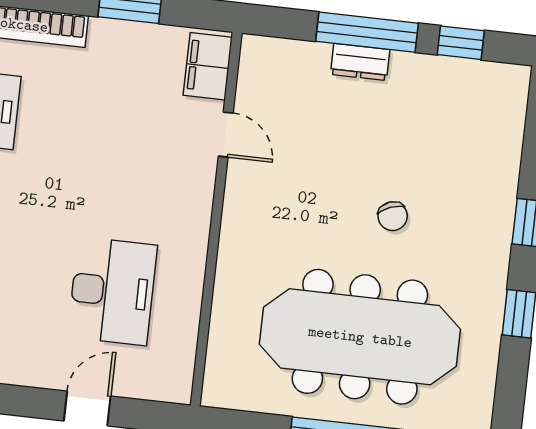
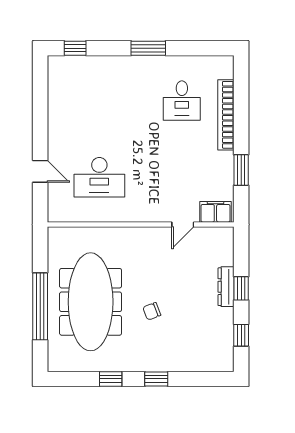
window: (367, 32) -> (241, 288), width x0.46
dresser: (360, 62) -> (226, 287), width x1.44

